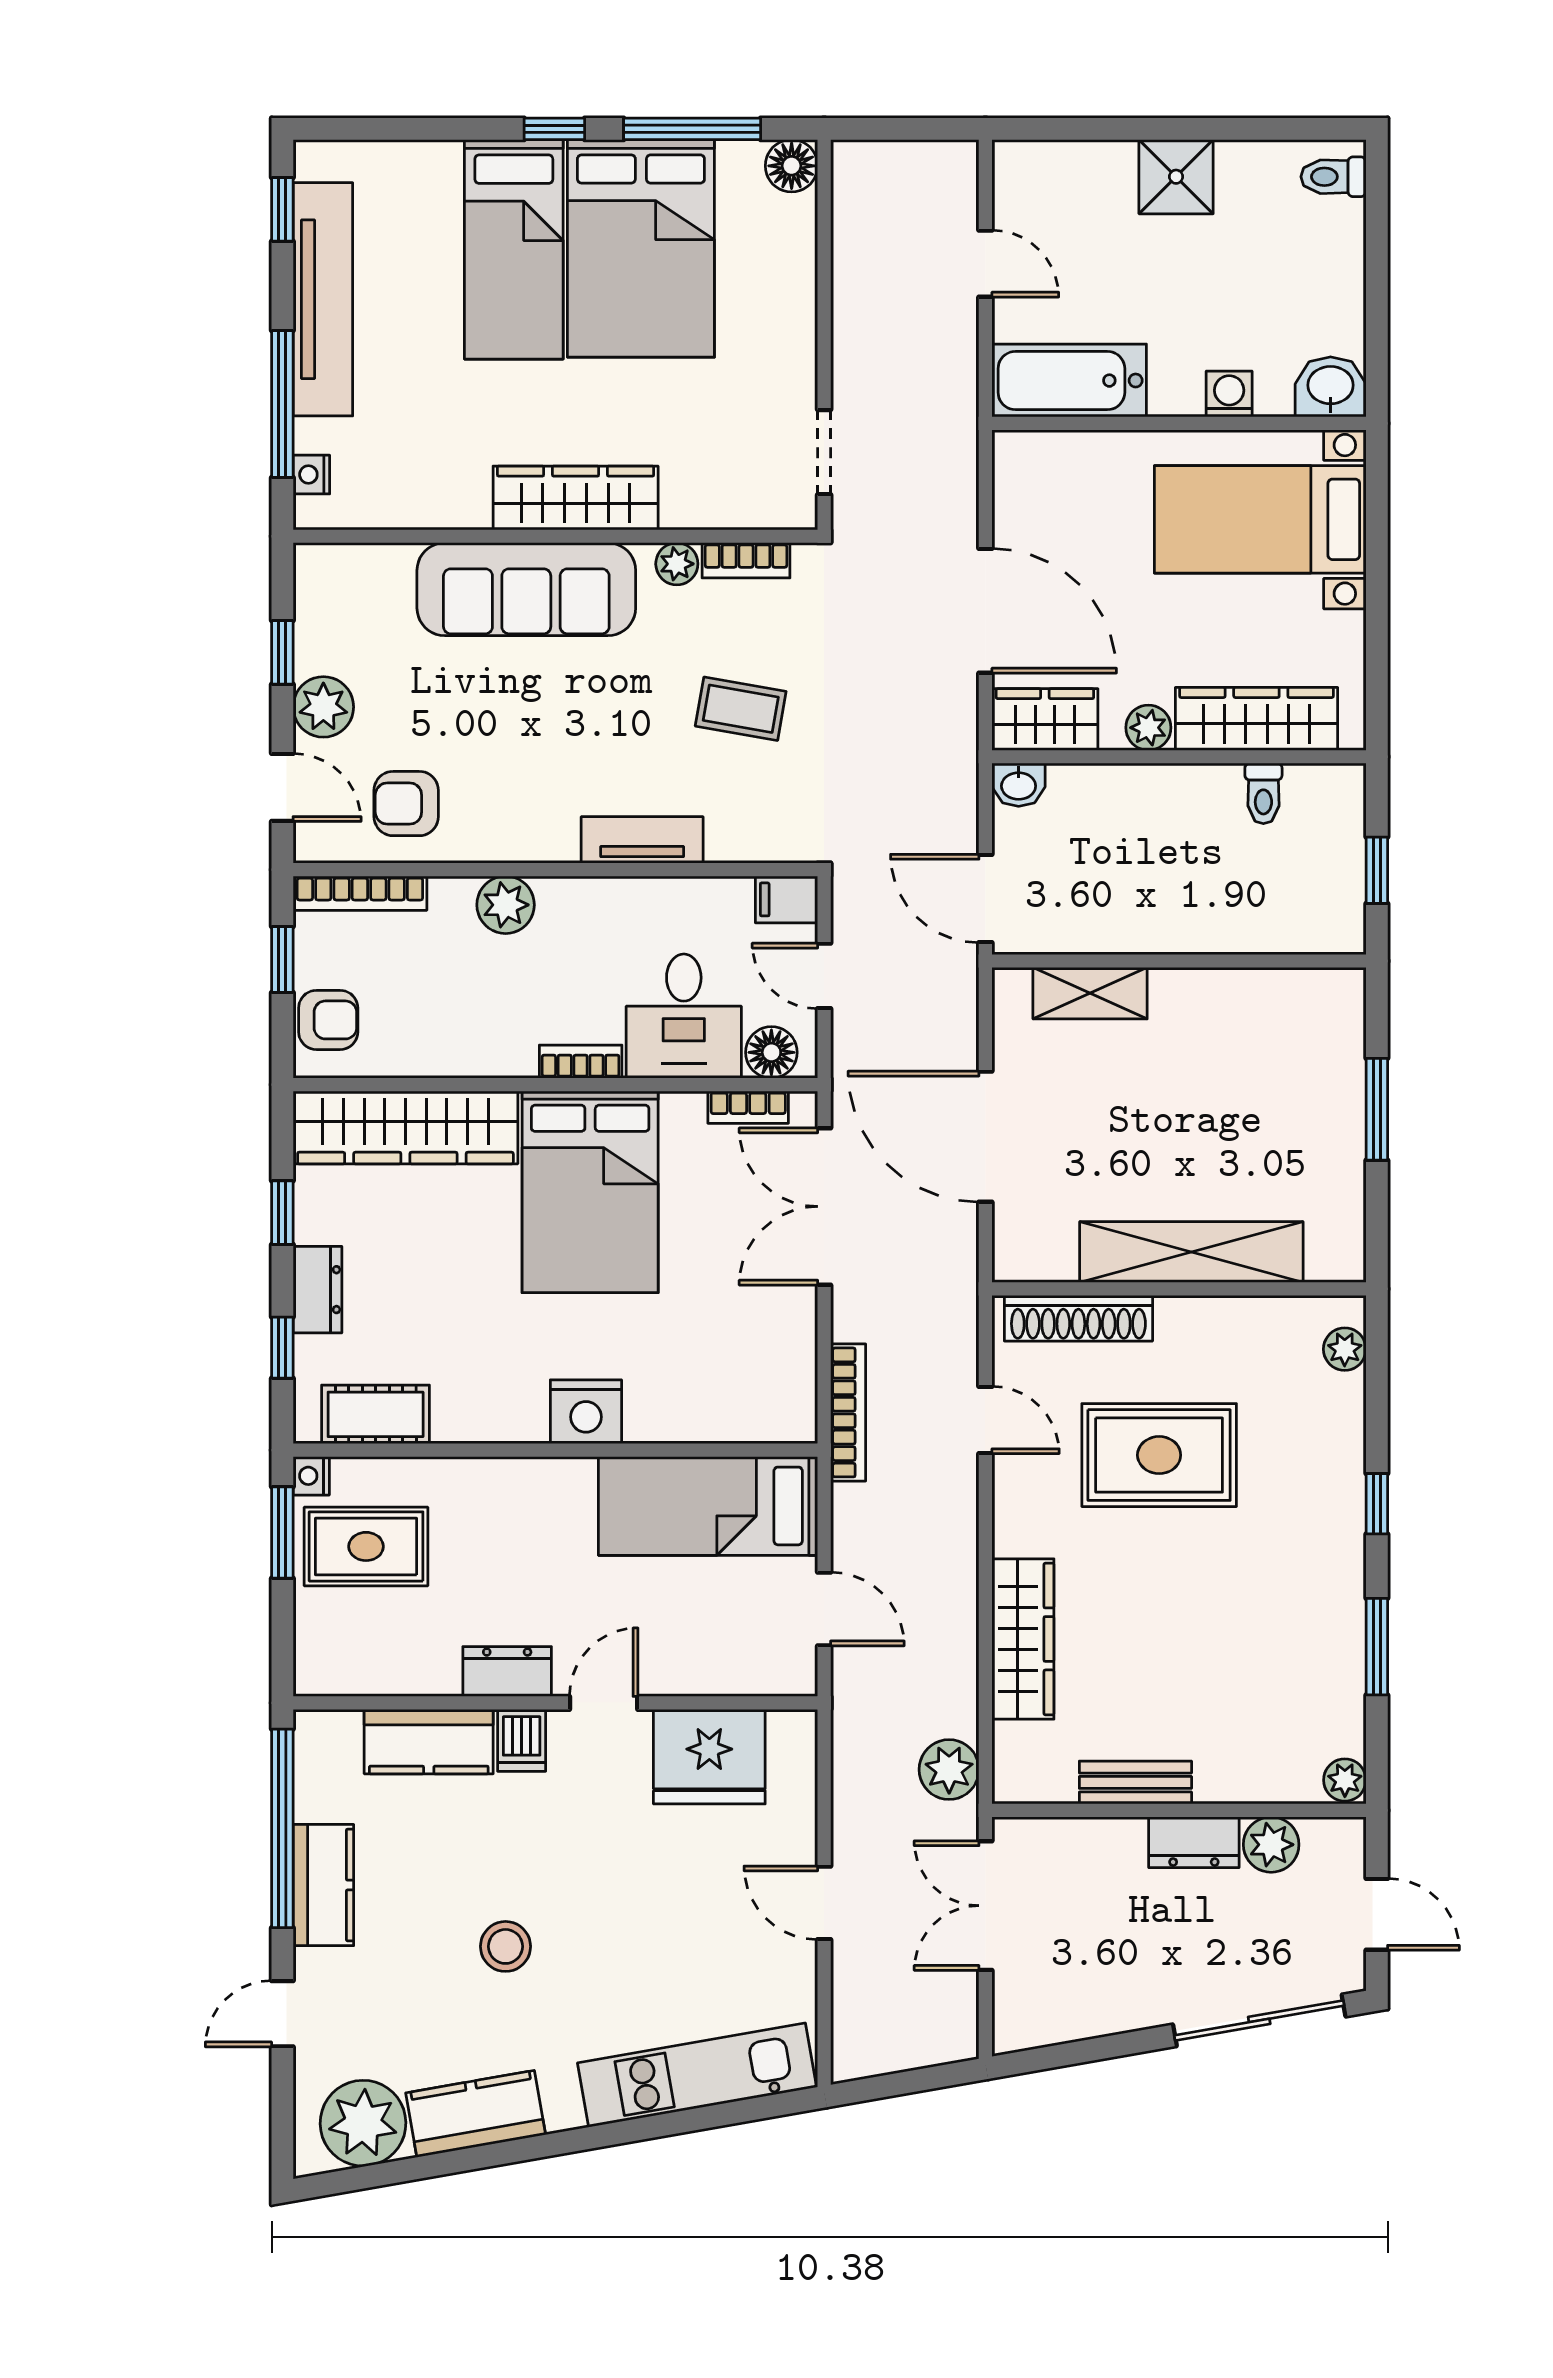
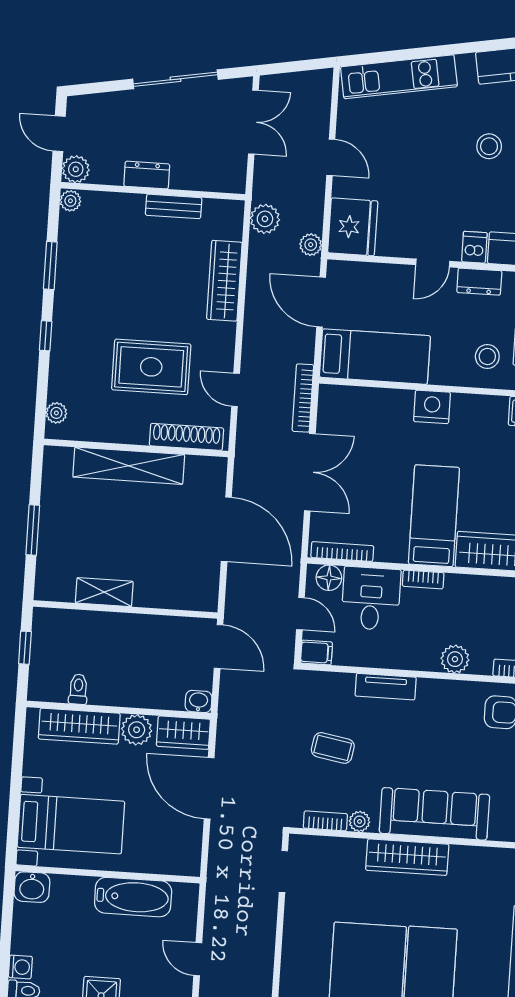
bathtub: (1069, 381) -> (133, 897), moved
washing machine: (1229, 394) -> (20, 967), moved, turned -90
plant: (1148, 728) -> (137, 730), width x1.38, depth x1.38
shelving: (1090, 993) -> (104, 592), moved
bookcase: (748, 1107) -> (342, 552), width x1.56
bed: (590, 1192) -> (434, 516), width x0.67
double door: (824, 1206) -> (310, 472), moved
stool: (481, 1521) -> (487, 356), added
door: (824, 1609) -> (321, 302), width x1.38
plant: (853, 1724) -> (311, 245), added
fridge: (709, 1757) -> (353, 227), moved, turned 90
plant: (1271, 1845) -> (76, 169), moved
double door: (985, 1906) -> (253, 122), moved
sliding door: (1259, 2020) -> (175, 79), moved

